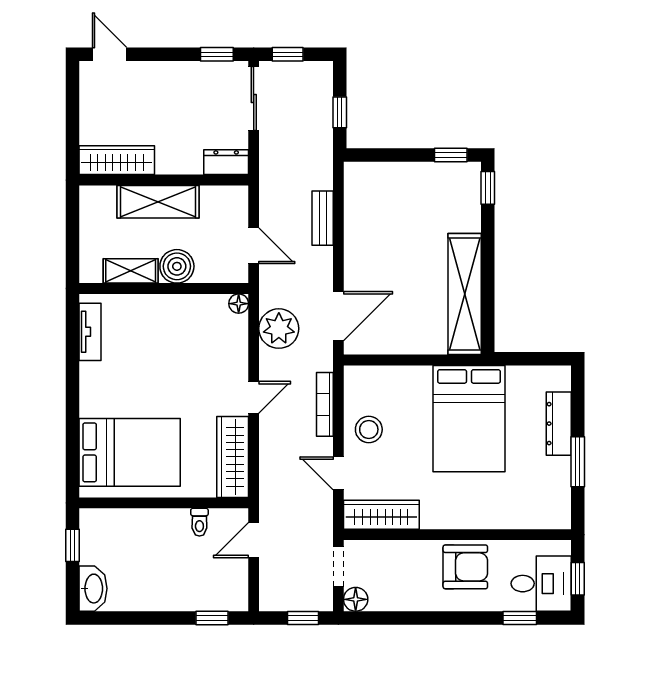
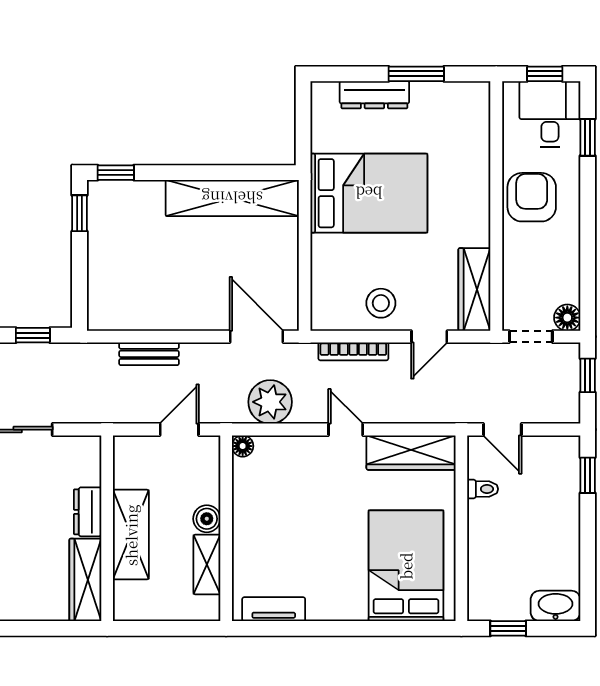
dresser: (226, 162) -> (88, 512), moved
boiler: (177, 266) -> (207, 519), width x0.73, depth x0.73

